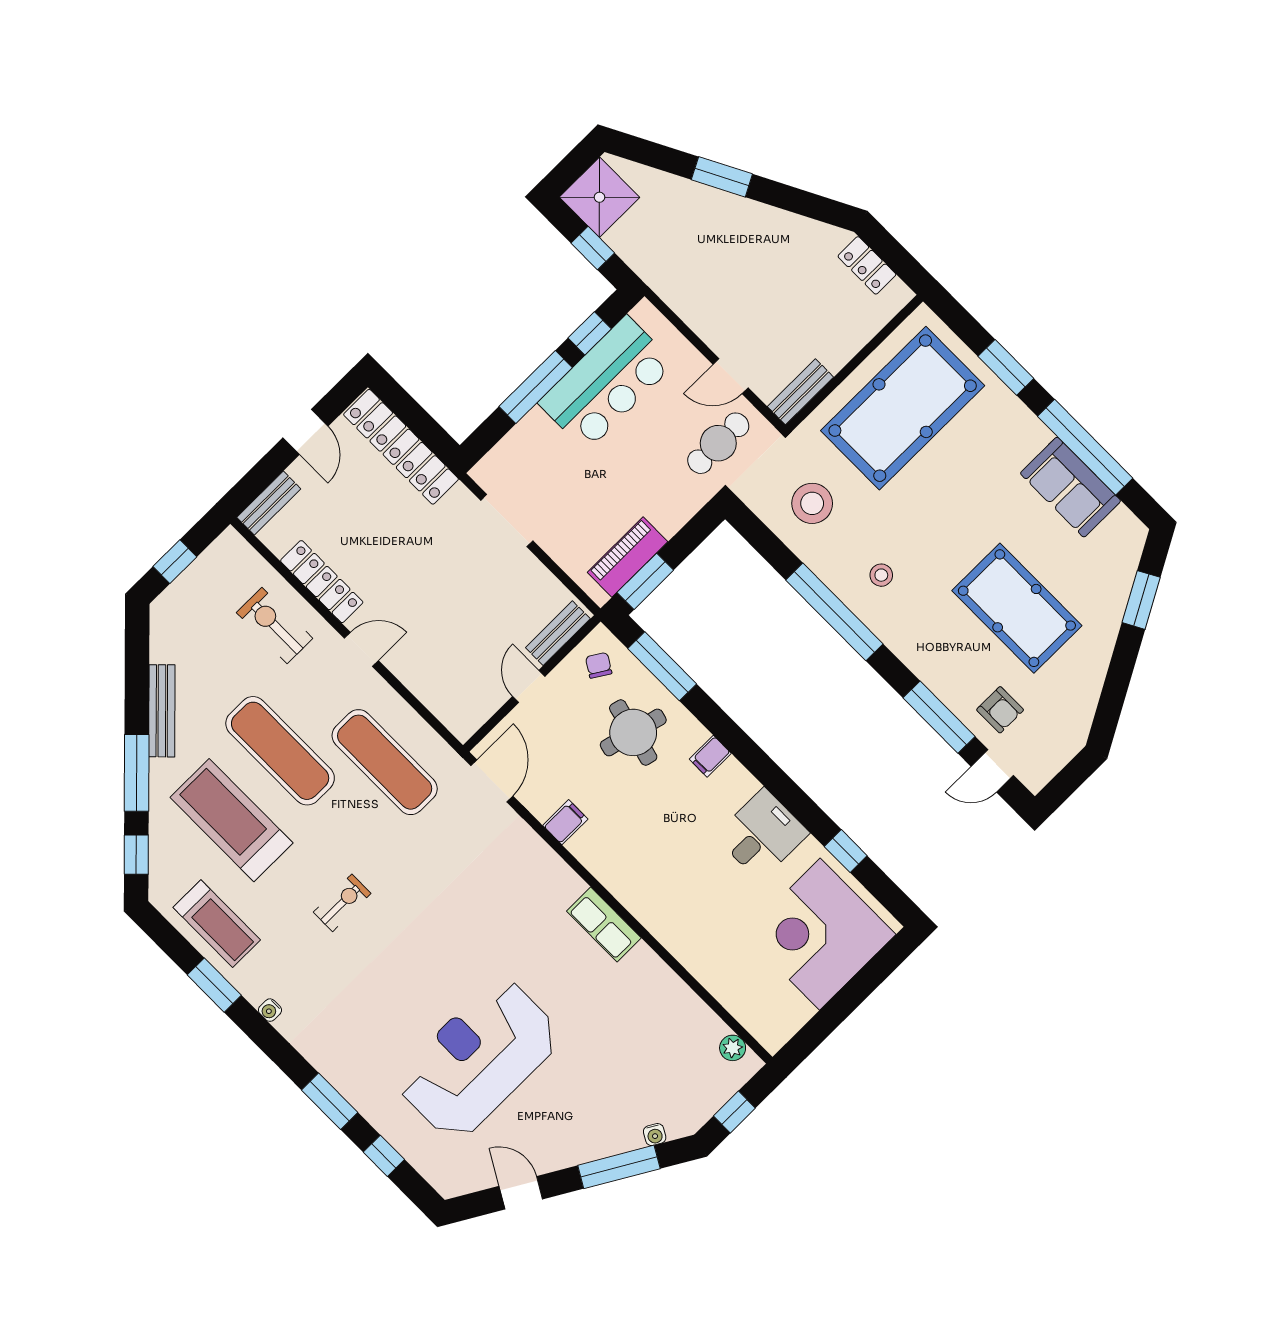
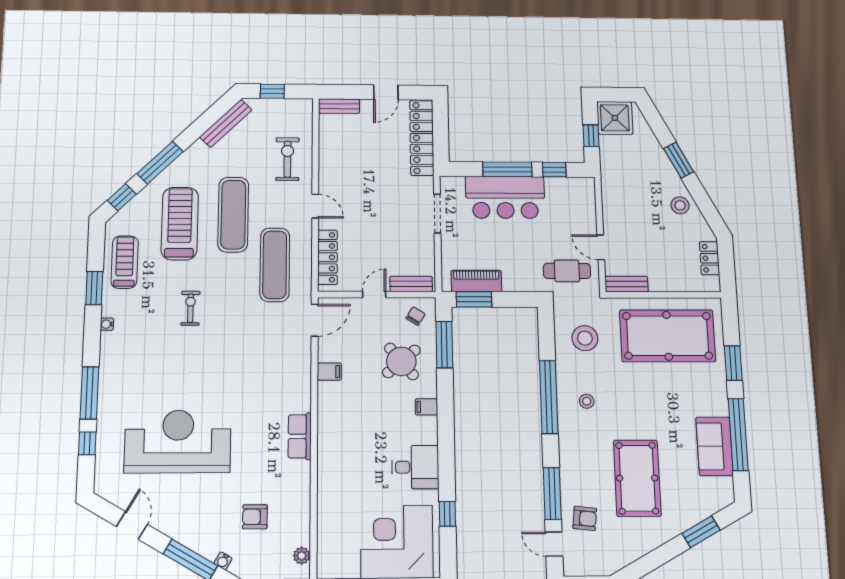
stool: (775, 233) -> (680, 205), added
bar counter: (606, 383) -> (505, 197), moved
locker: (322, 582) -> (328, 257), moved
armchair: (1000, 710) -> (585, 518), turned -84
bench: (162, 711) -> (226, 123), moved
round table: (633, 732) -> (401, 361), turned 36
exercise bike: (342, 903) -> (190, 308), turned -90
treadmill: (217, 924) -> (125, 262), turned 180
armchair: (642, 1056) -> (255, 517), added
window: (330, 1101) -> (89, 393), width x1.44

